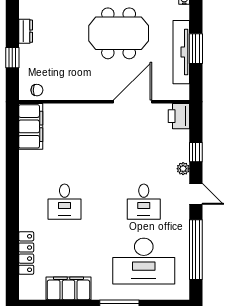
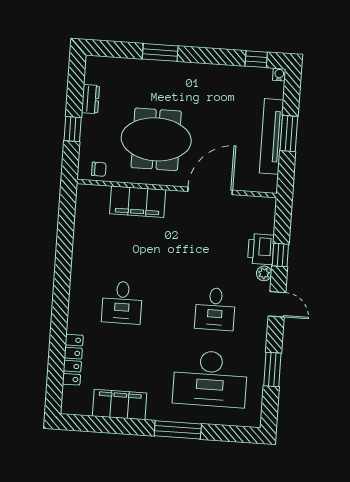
meeting table: (119, 33) -> (156, 139), moved
printer: (179, 116) -> (261, 249), moved
filing cabinet: (31, 126) -> (138, 202), moved, turned 90
window: (196, 250) -> (272, 370), width x0.47

